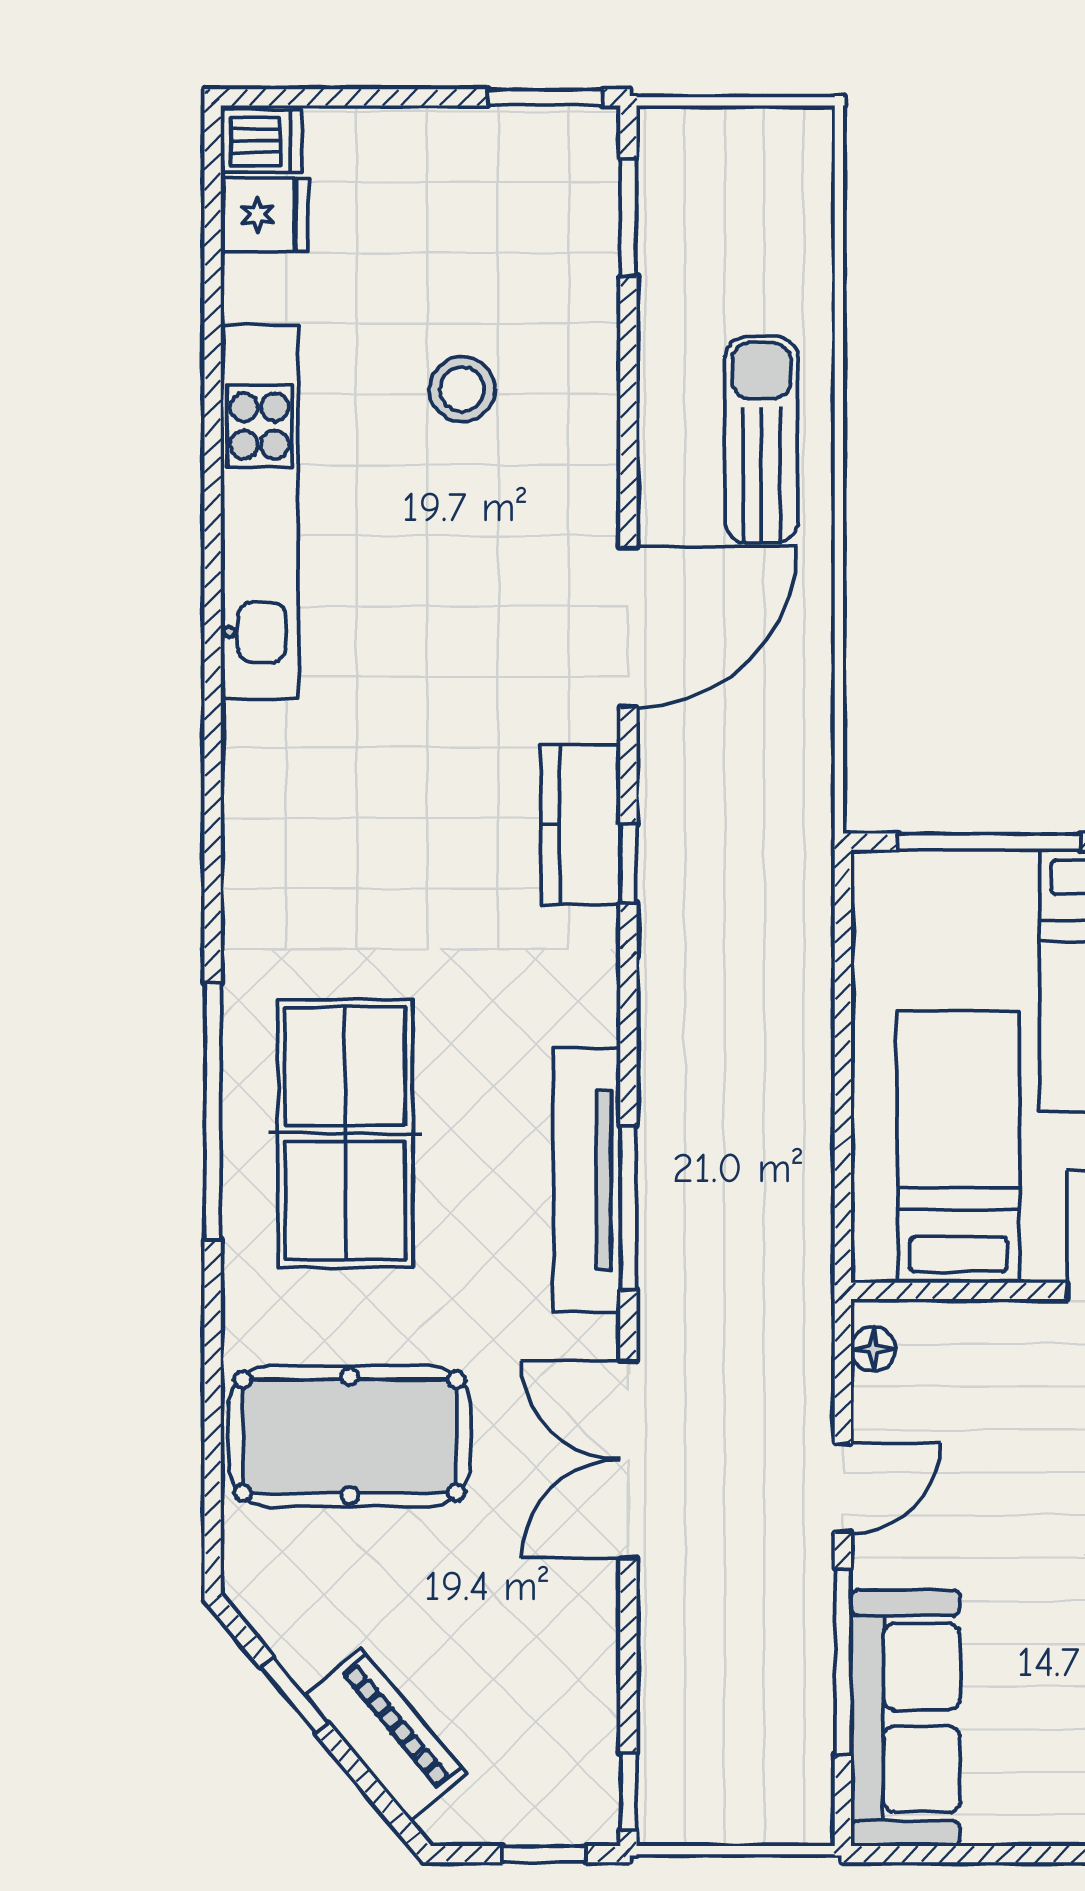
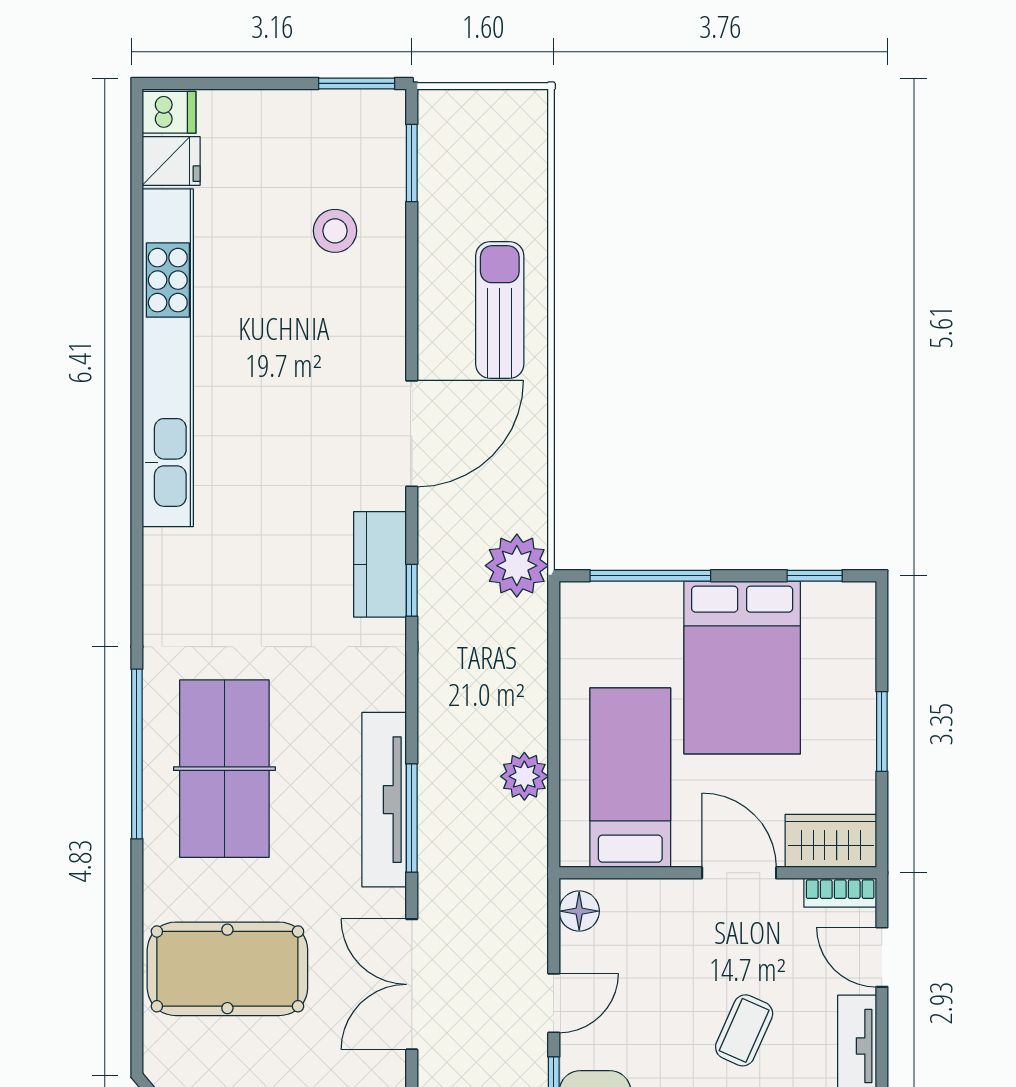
stool: (462, 389) -> (335, 231), moved
kitchen unit: (259, 512) -> (168, 358), width x1.36
plant: (787, 826) -> (517, 566), added
plant: (799, 1145) -> (524, 776), added
floor lamp: (873, 1349) -> (579, 911), width x1.37, depth x1.37

